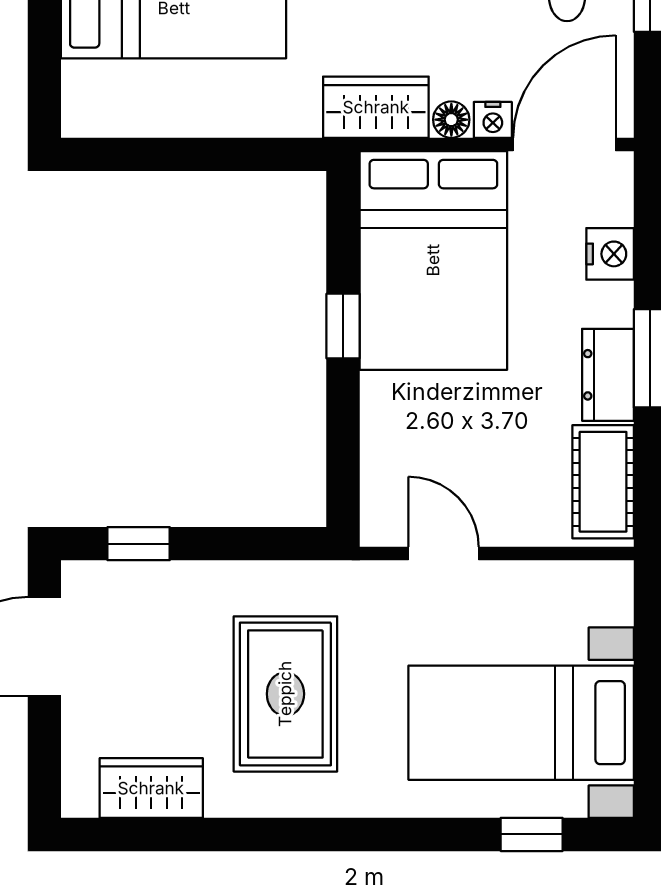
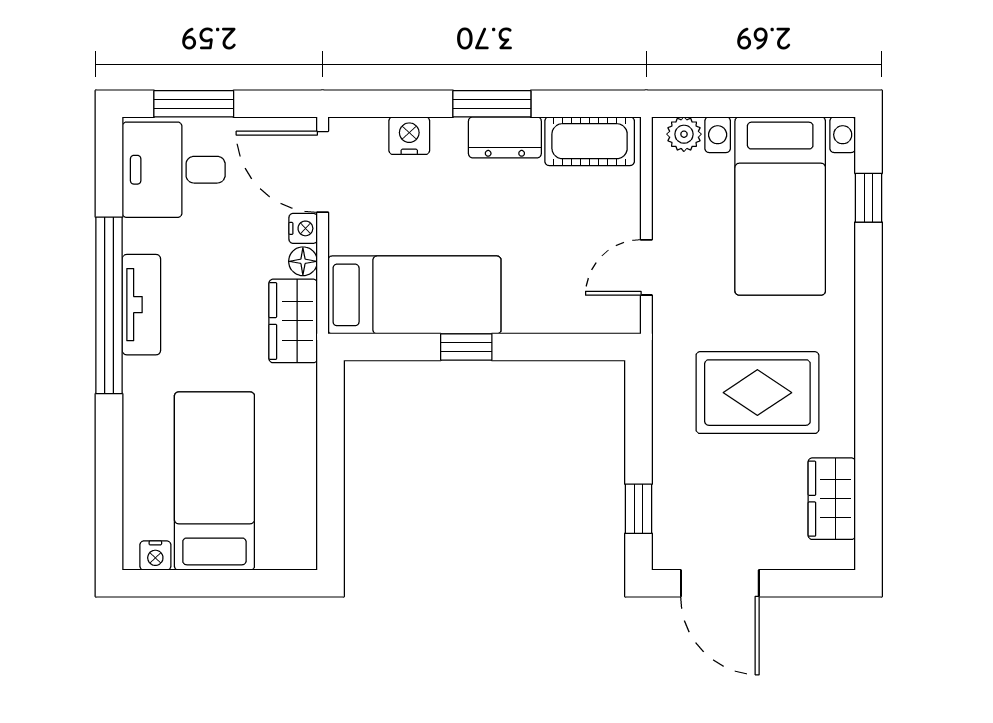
bed: (433, 260) -> (414, 295), width x0.67
plant: (612, 601) -> (684, 134), added

